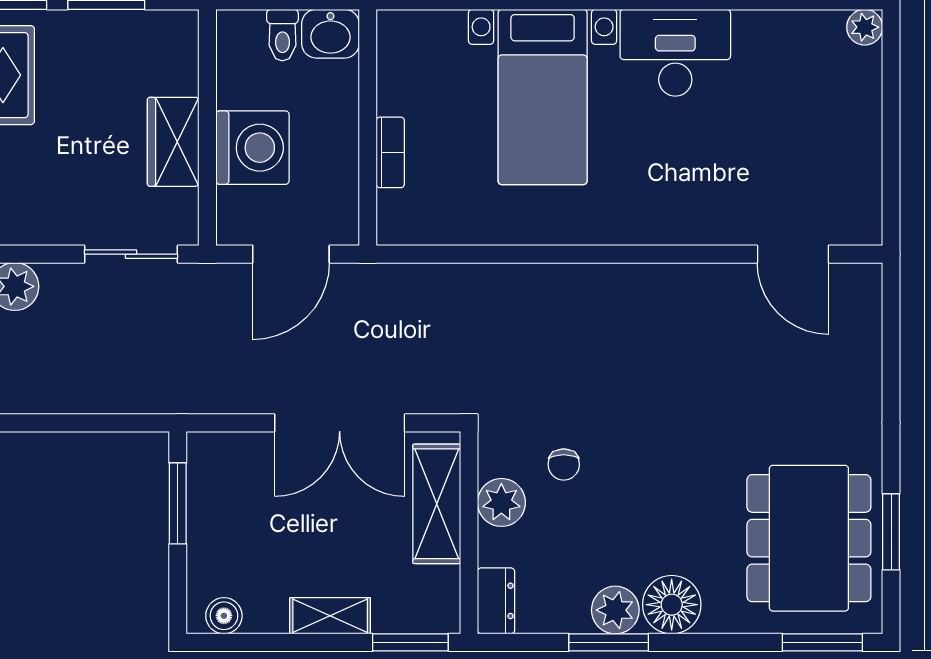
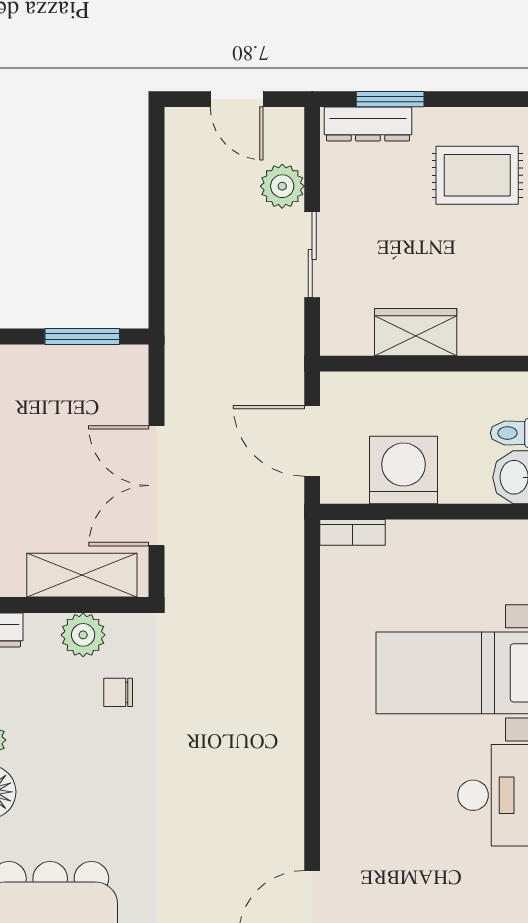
washing machine: (252, 148) -> (404, 470), moved, turned 180
bookcase: (390, 152) -> (352, 532), moved
sliding door: (131, 254) -> (312, 255), moved

